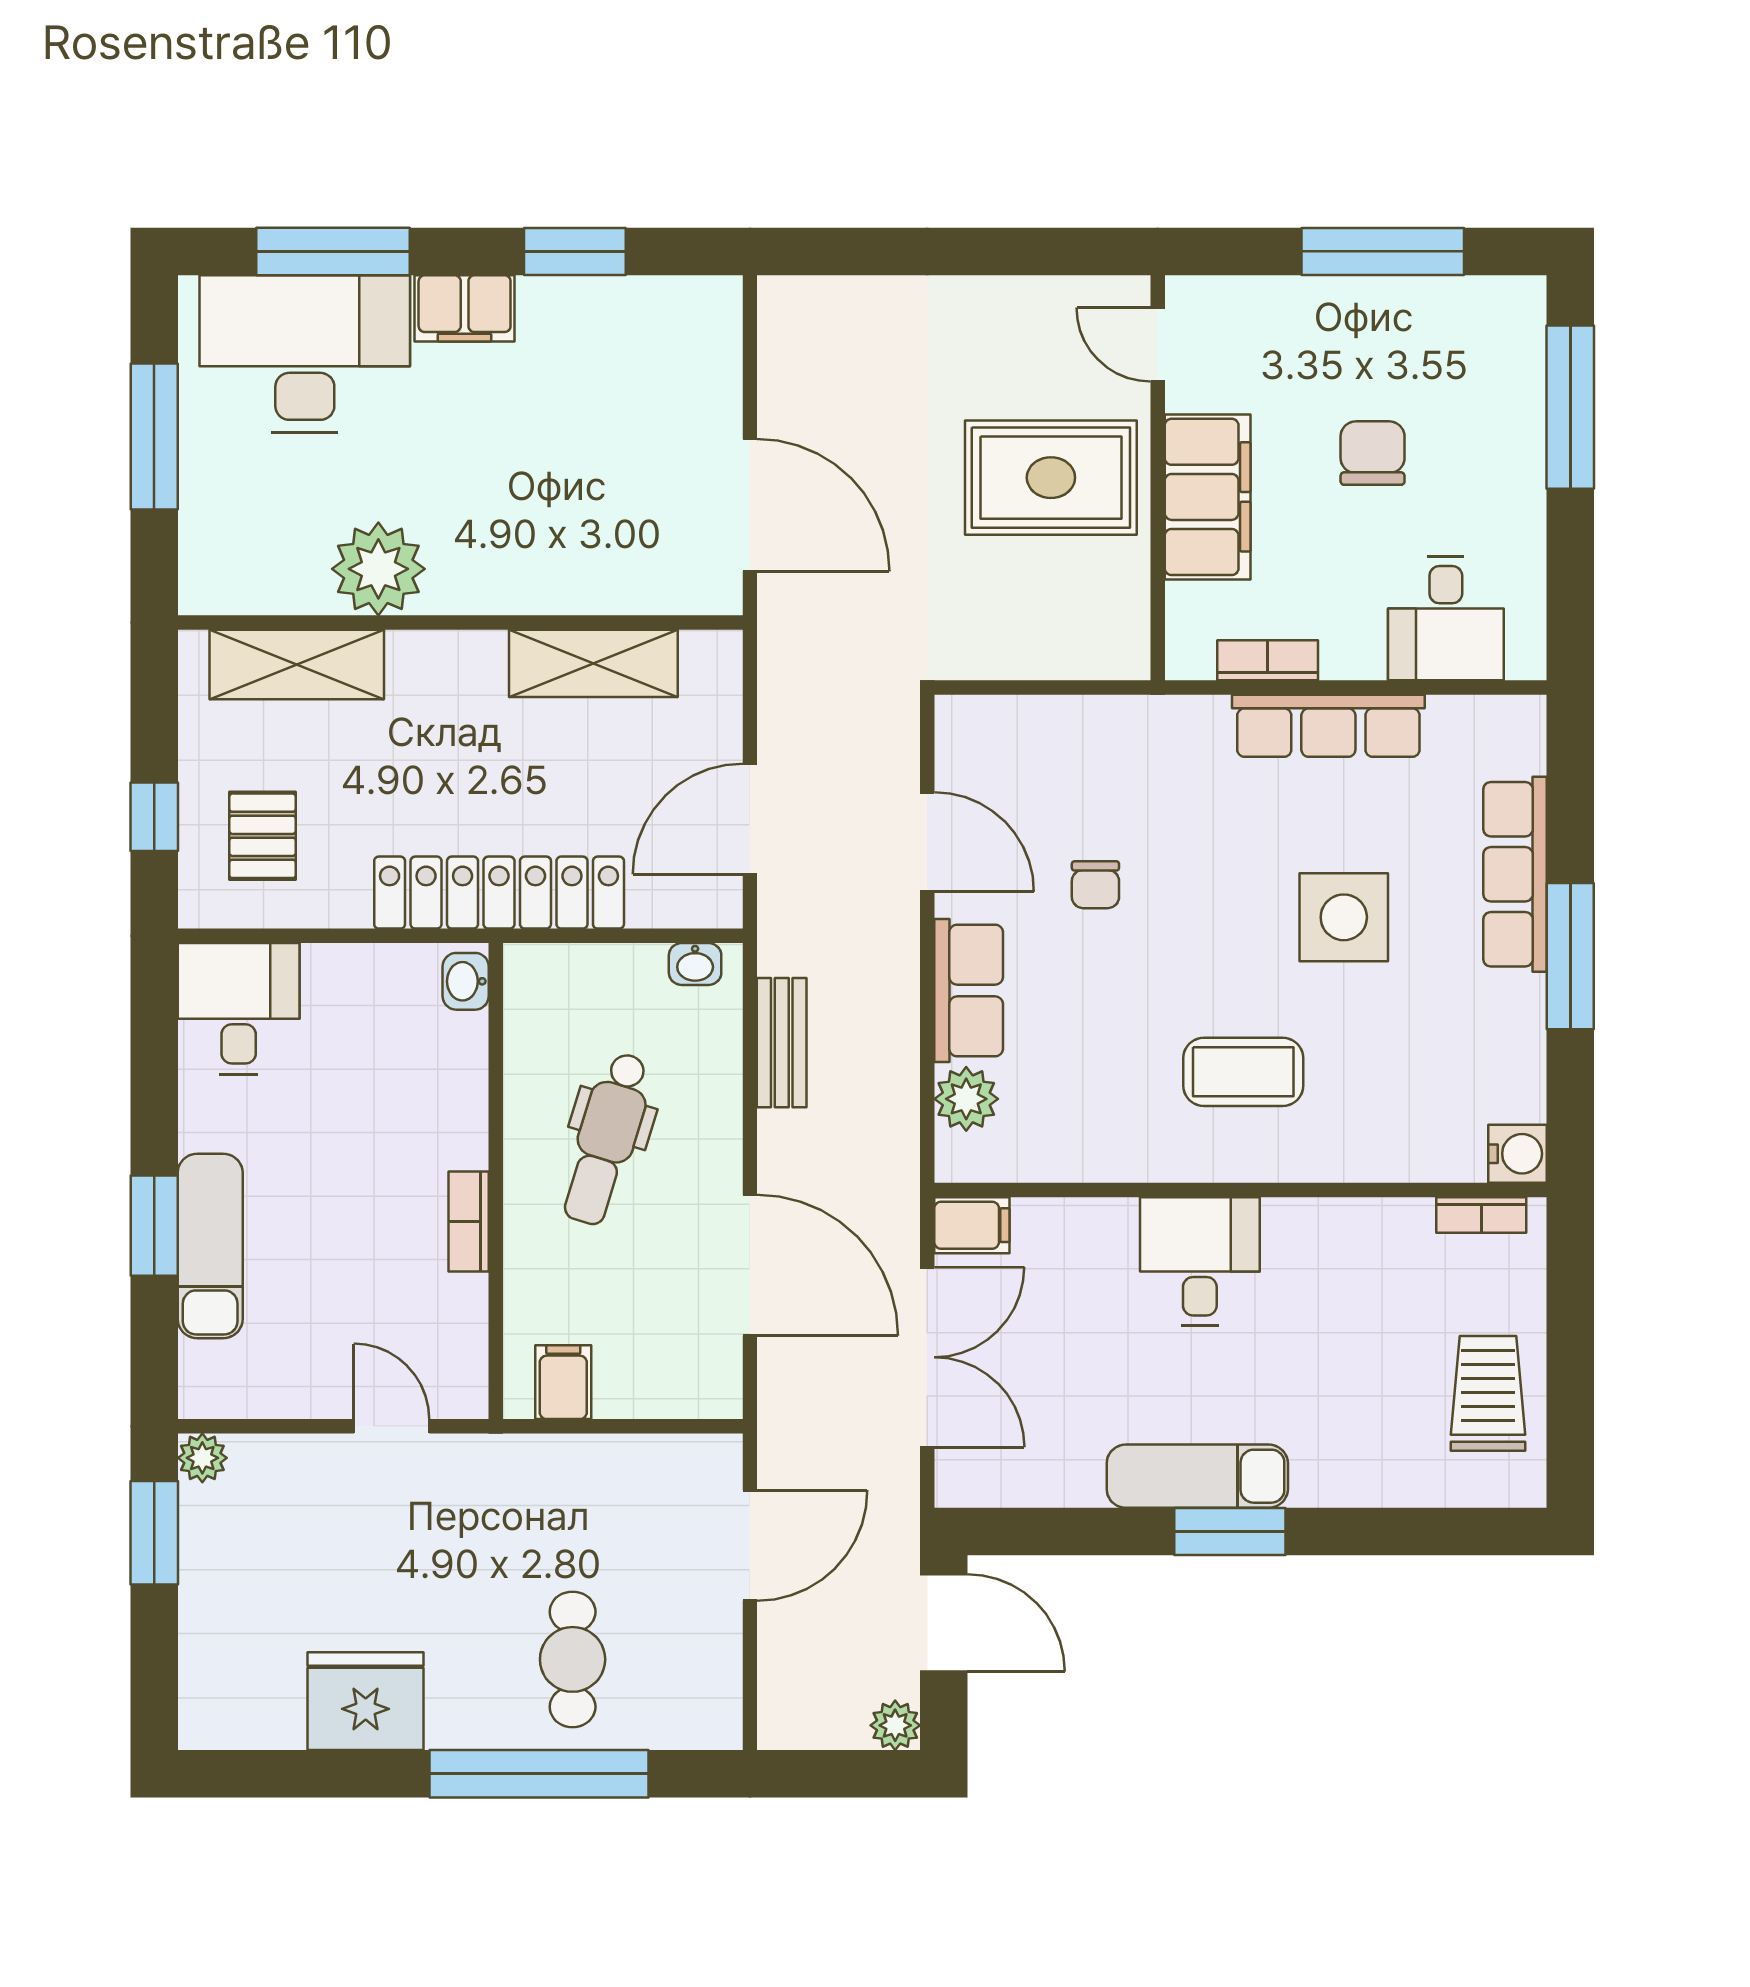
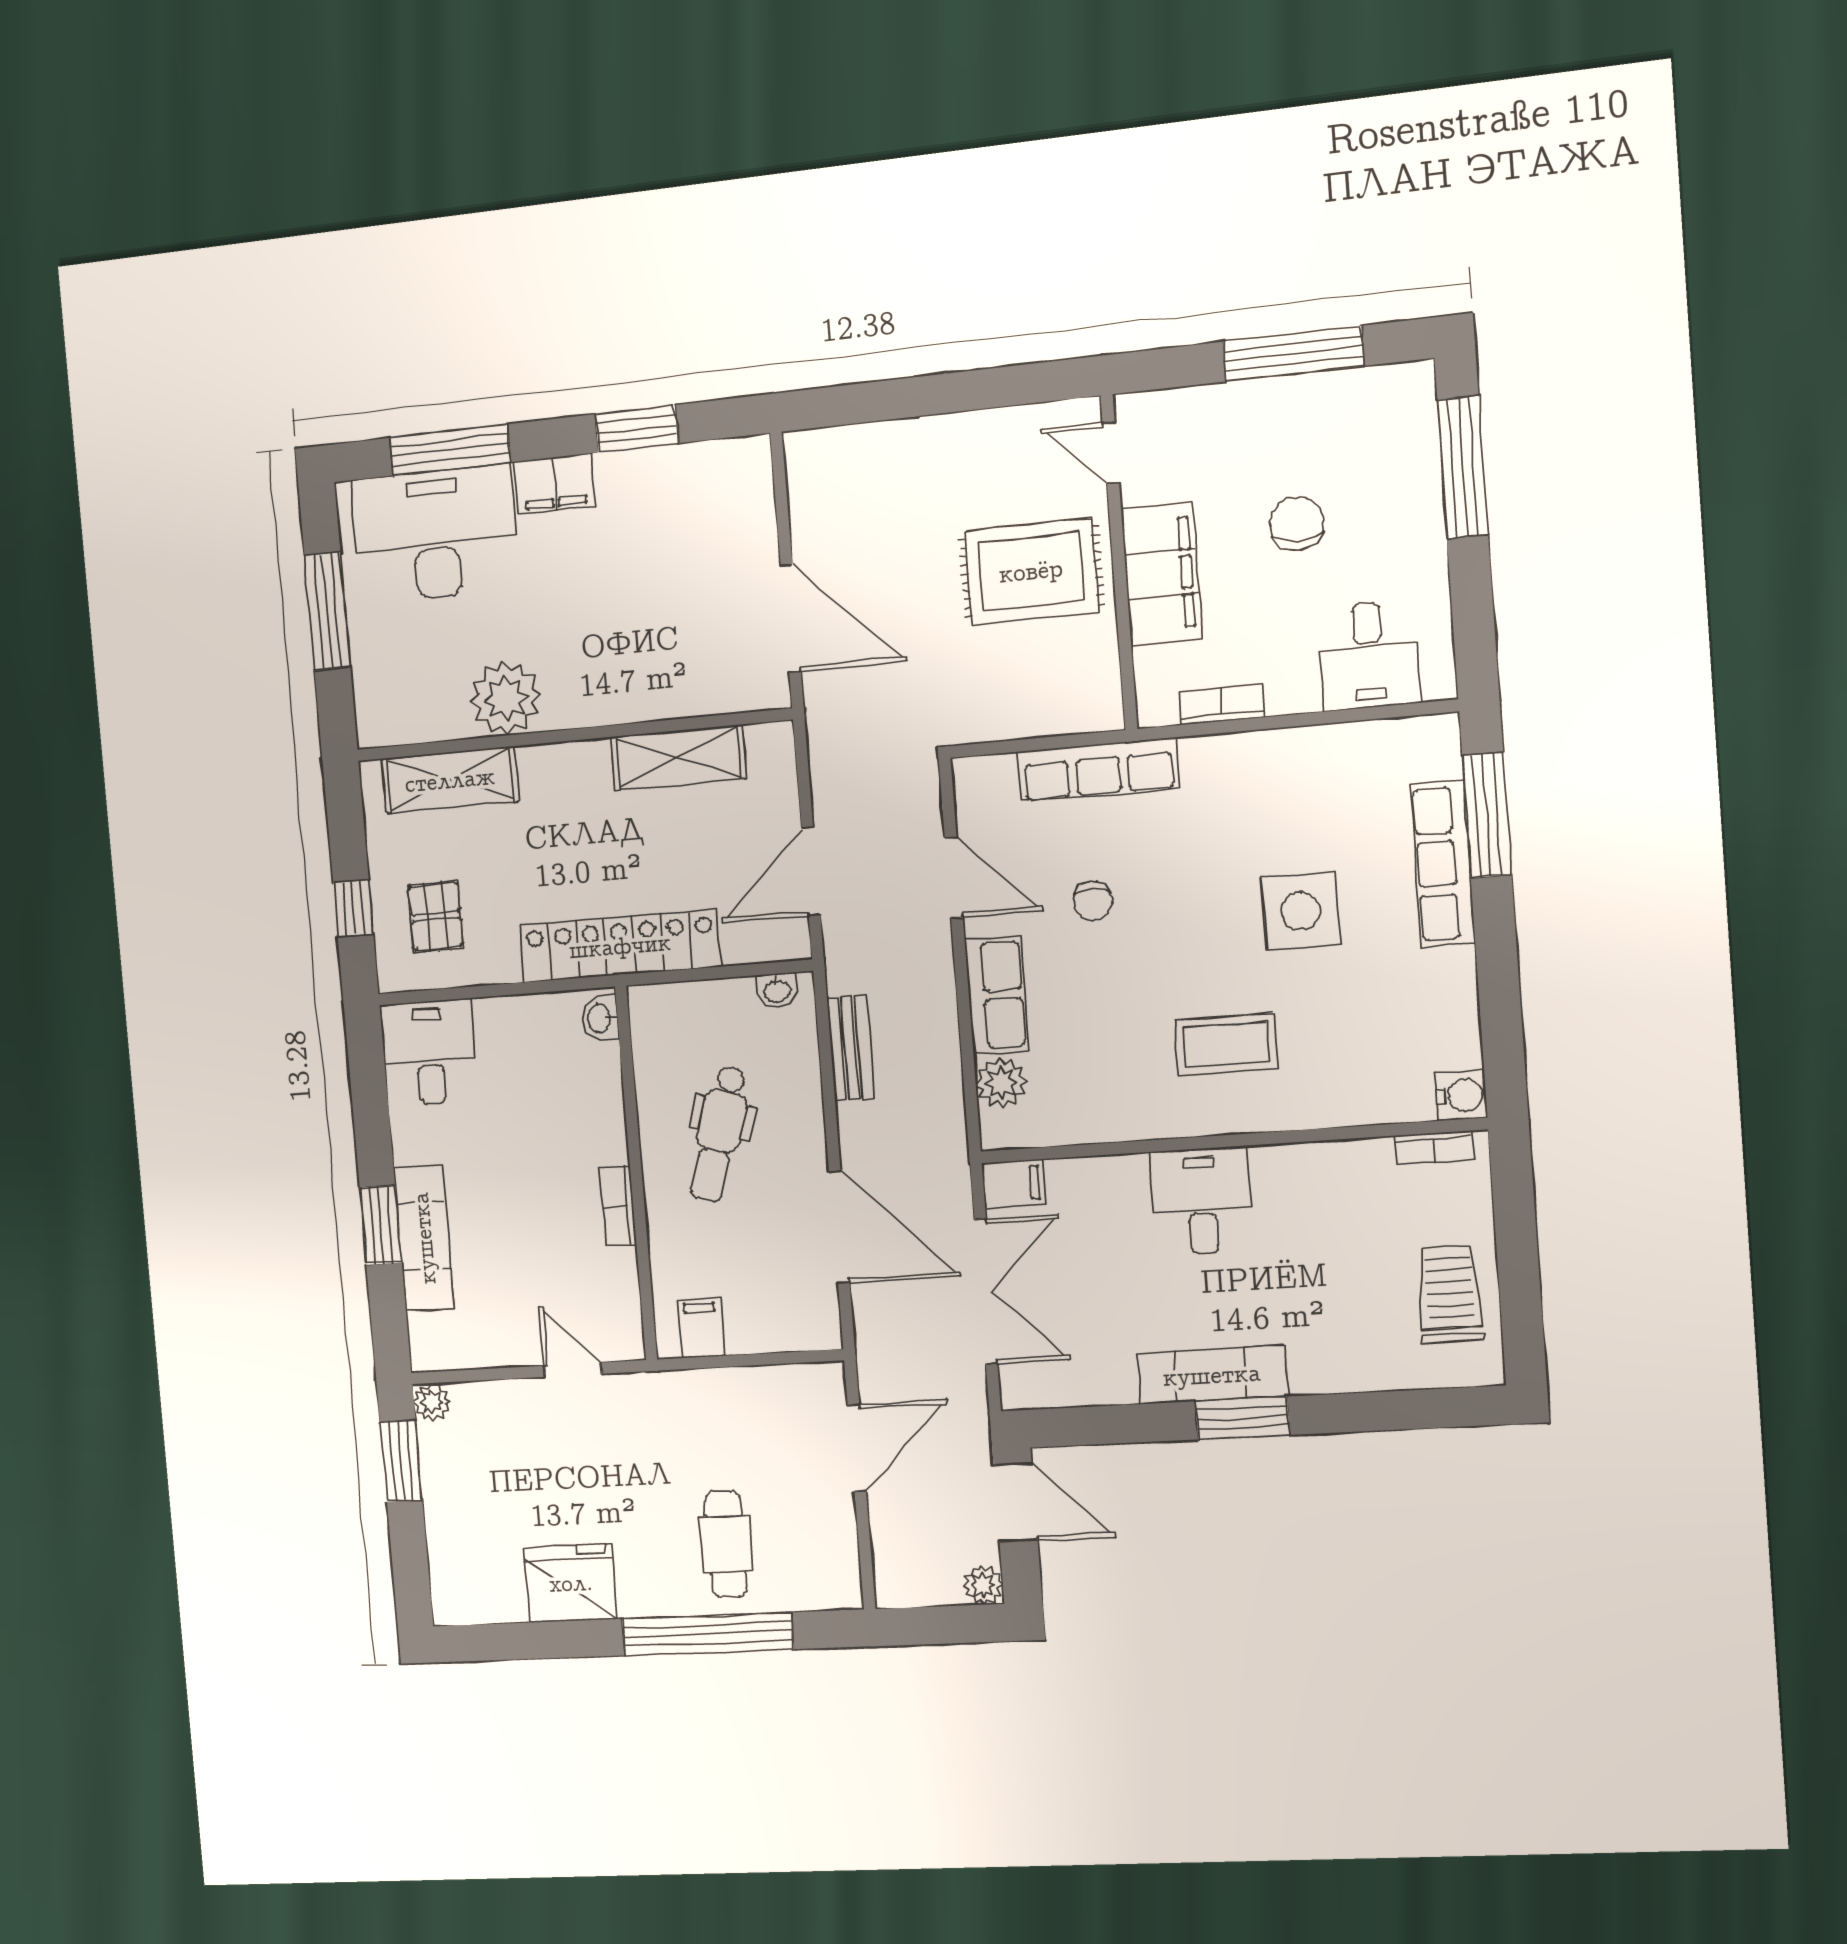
row of seats: (1328, 726) -> (1098, 770), moved
window: (1570, 956) -> (1487, 815), moved

